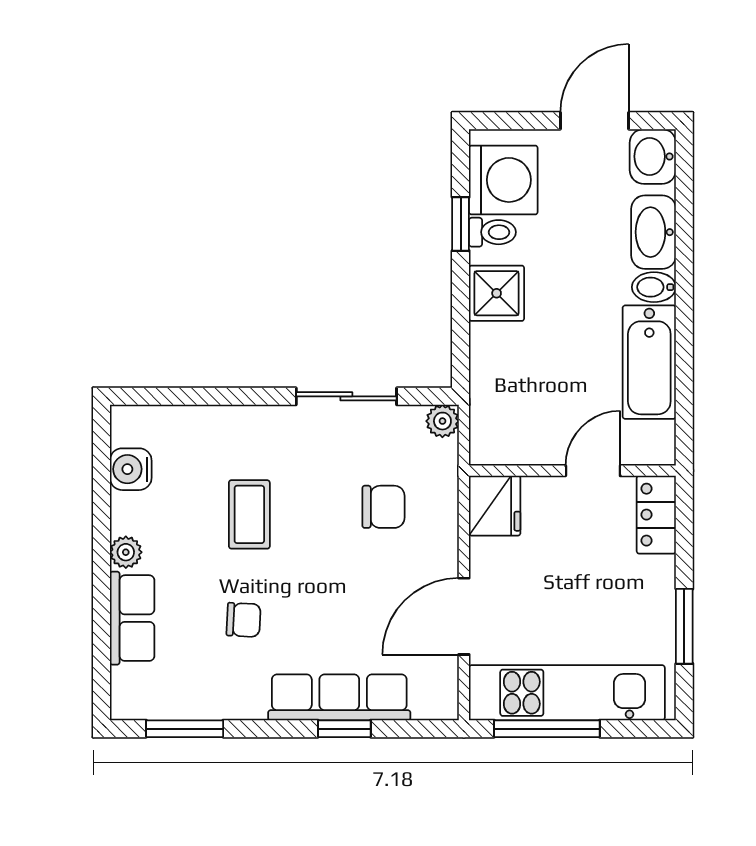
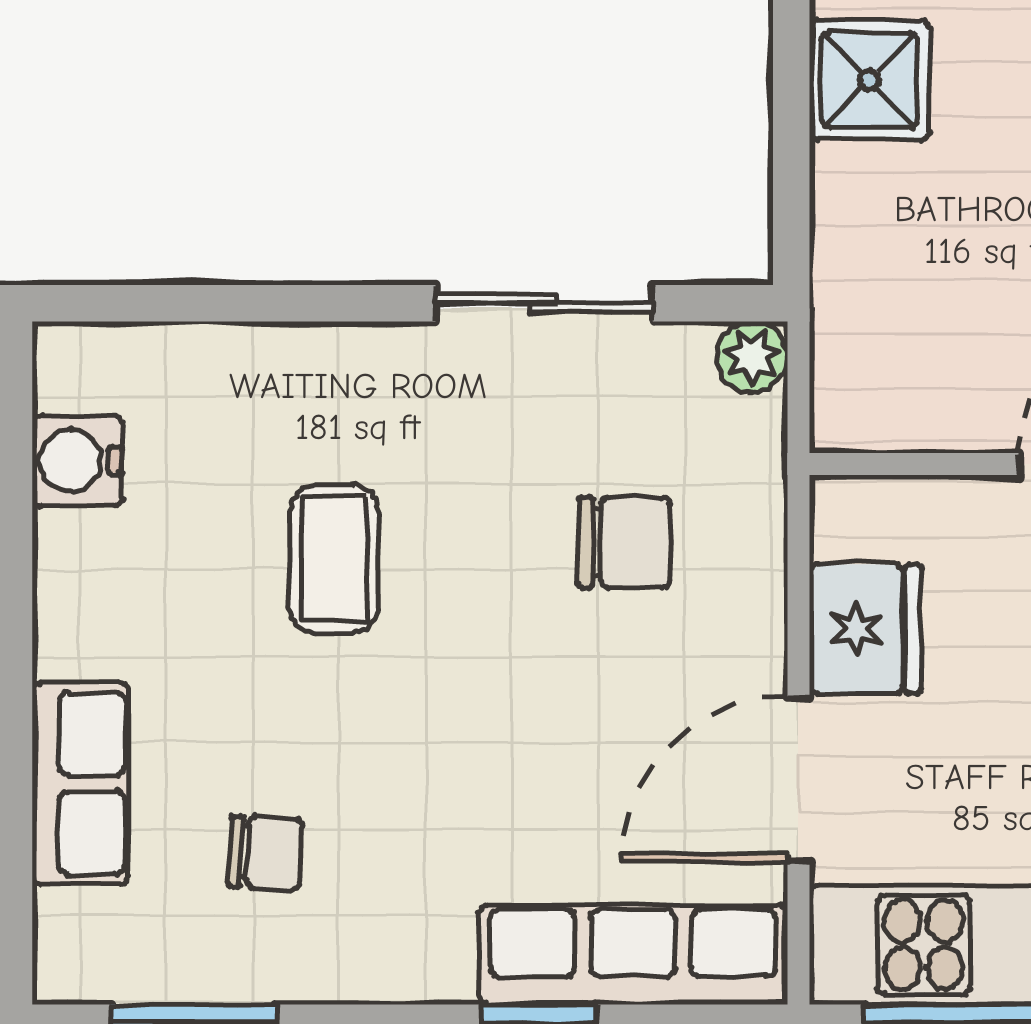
fridge: (495, 506) -> (865, 629), moved
plant: (126, 552) -> (67, 641), removed
chair: (244, 620) -> (266, 853), moved
row of seats: (339, 697) -> (633, 955), moved

